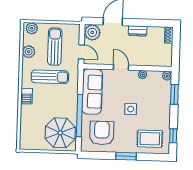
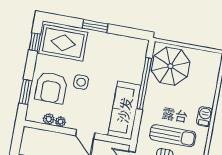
plant: (167, 76) -> (49, 119), moved
sun lounger: (50, 77) -> (173, 136), turned 180
armchair: (102, 133) -> (51, 88), moved
rug: (150, 139) -> (63, 43), width x1.36, depth x1.43

